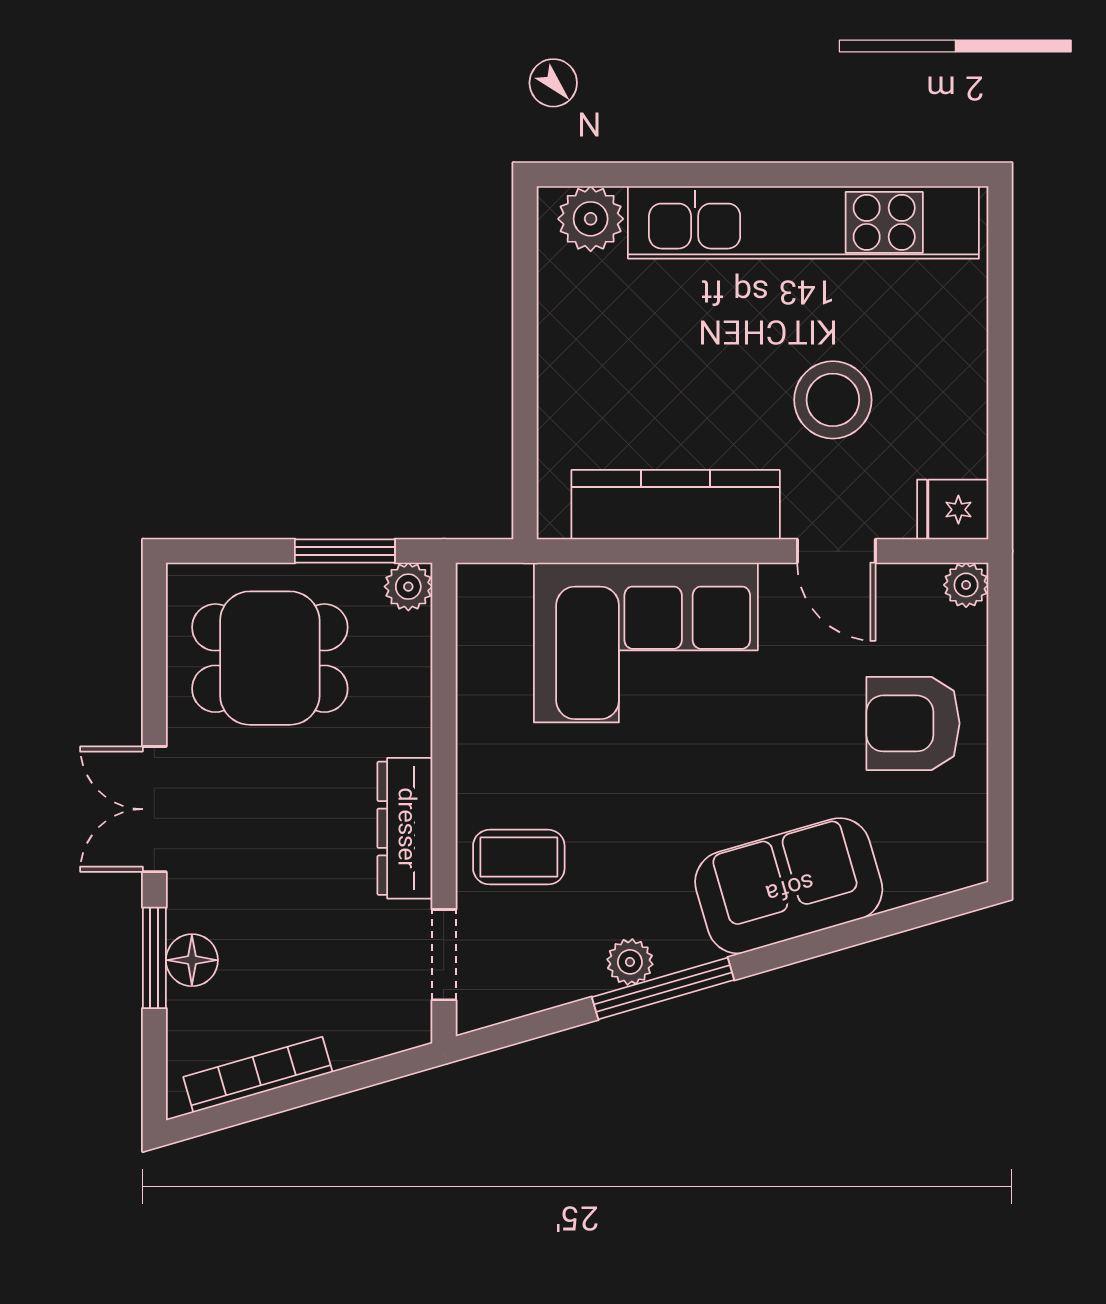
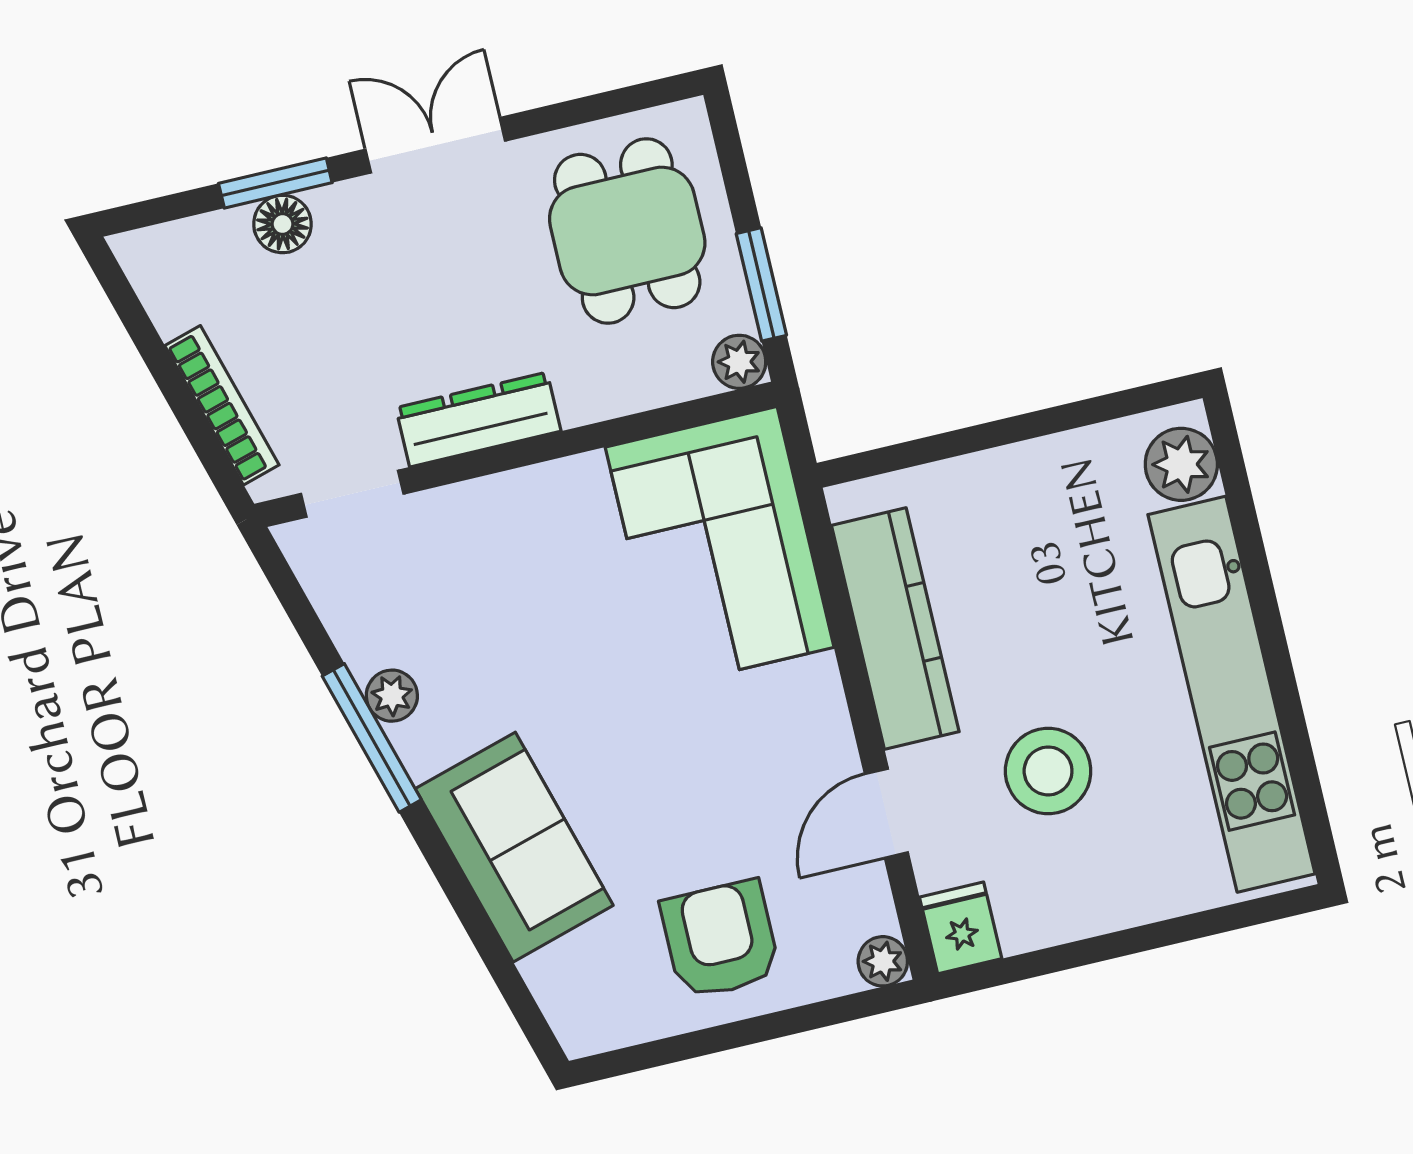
corner sofa: (646, 642) -> (720, 547), moved
coffee table: (519, 857) -> (476, 549), removed
bookcase: (258, 1075) -> (222, 405), moved

